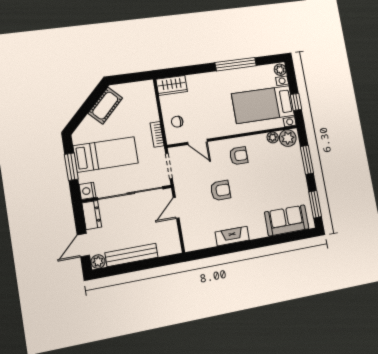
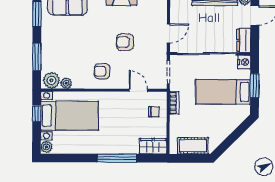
window: (236, 64) -> (117, 158), moved
cot: (105, 106) -> (193, 146), moved, turned 45

